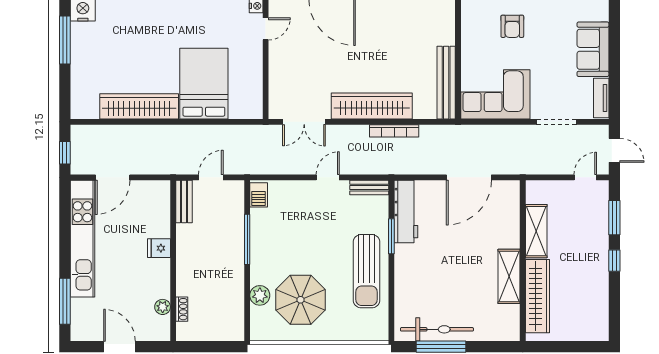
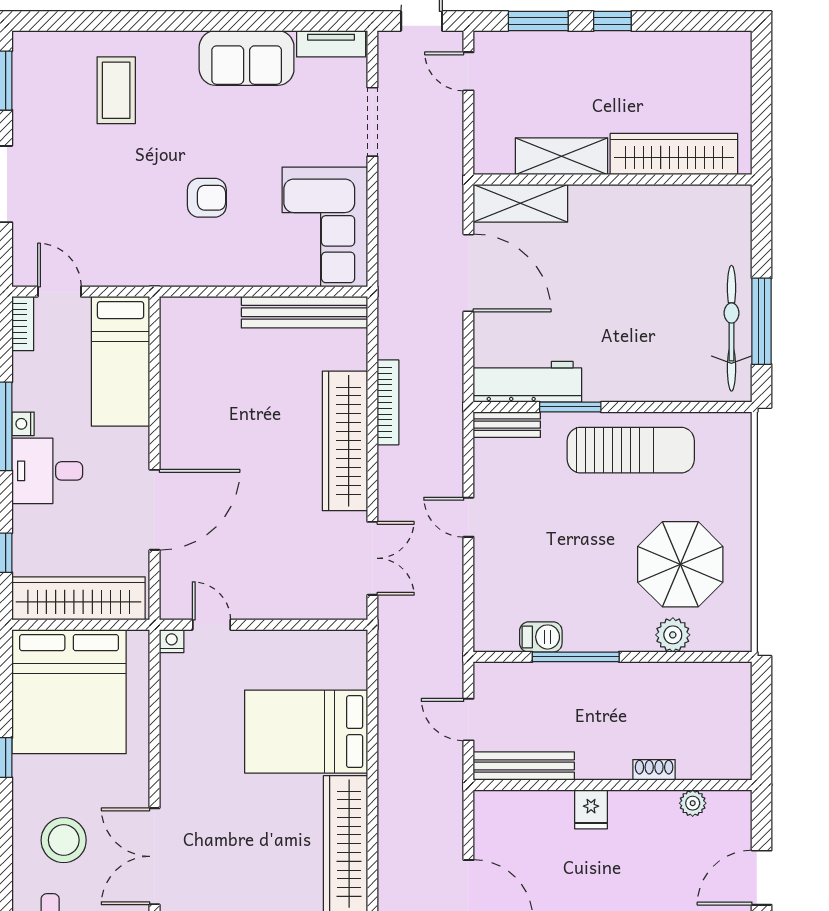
bench: (369, 188) -> (507, 425), moved, turned 90
barbecue: (259, 195) -> (541, 637), moved
bench: (184, 202) -> (524, 766), width x1.36
shelving: (509, 276) -> (520, 203), moved
shoe rack: (182, 309) -> (654, 770), moved

